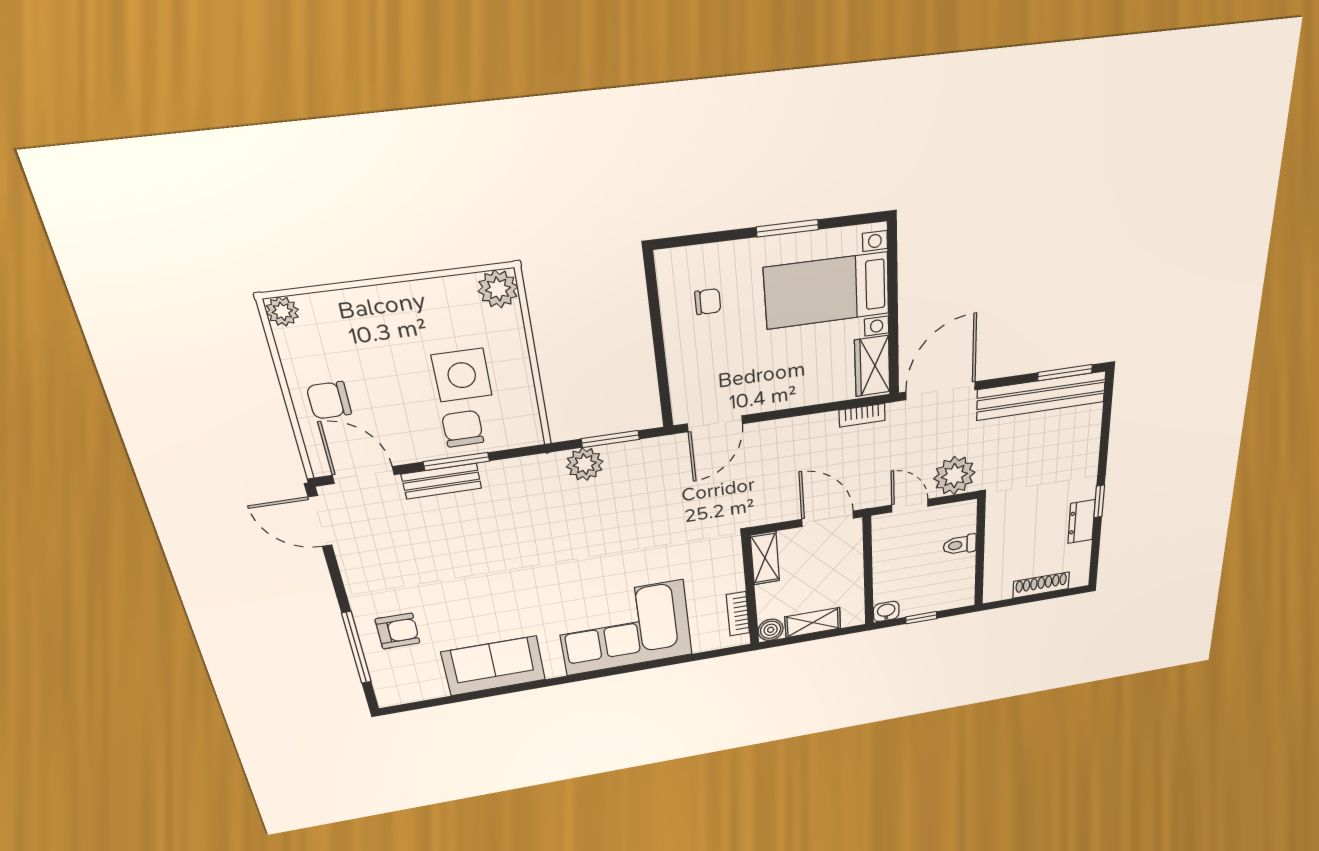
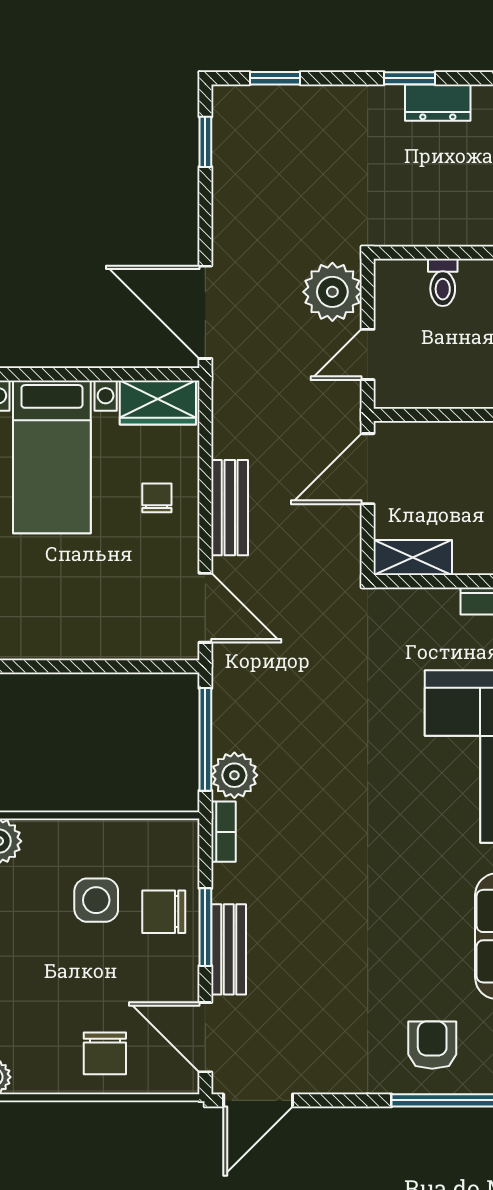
chair: (708, 302) -> (157, 498), moved
window: (1065, 373) -> (205, 142), width x0.67
side table: (462, 375) -> (96, 900), width x0.73, depth x0.73
bench: (1041, 396) -> (230, 508), moved, width x0.54, depth x0.82
window: (1107, 414) -> (275, 78), added
bookcase: (862, 415) -> (224, 832), moved
window: (610, 439) -> (205, 739), width x1.44
door: (363, 475) -> (205, 1037), hinge flipped

